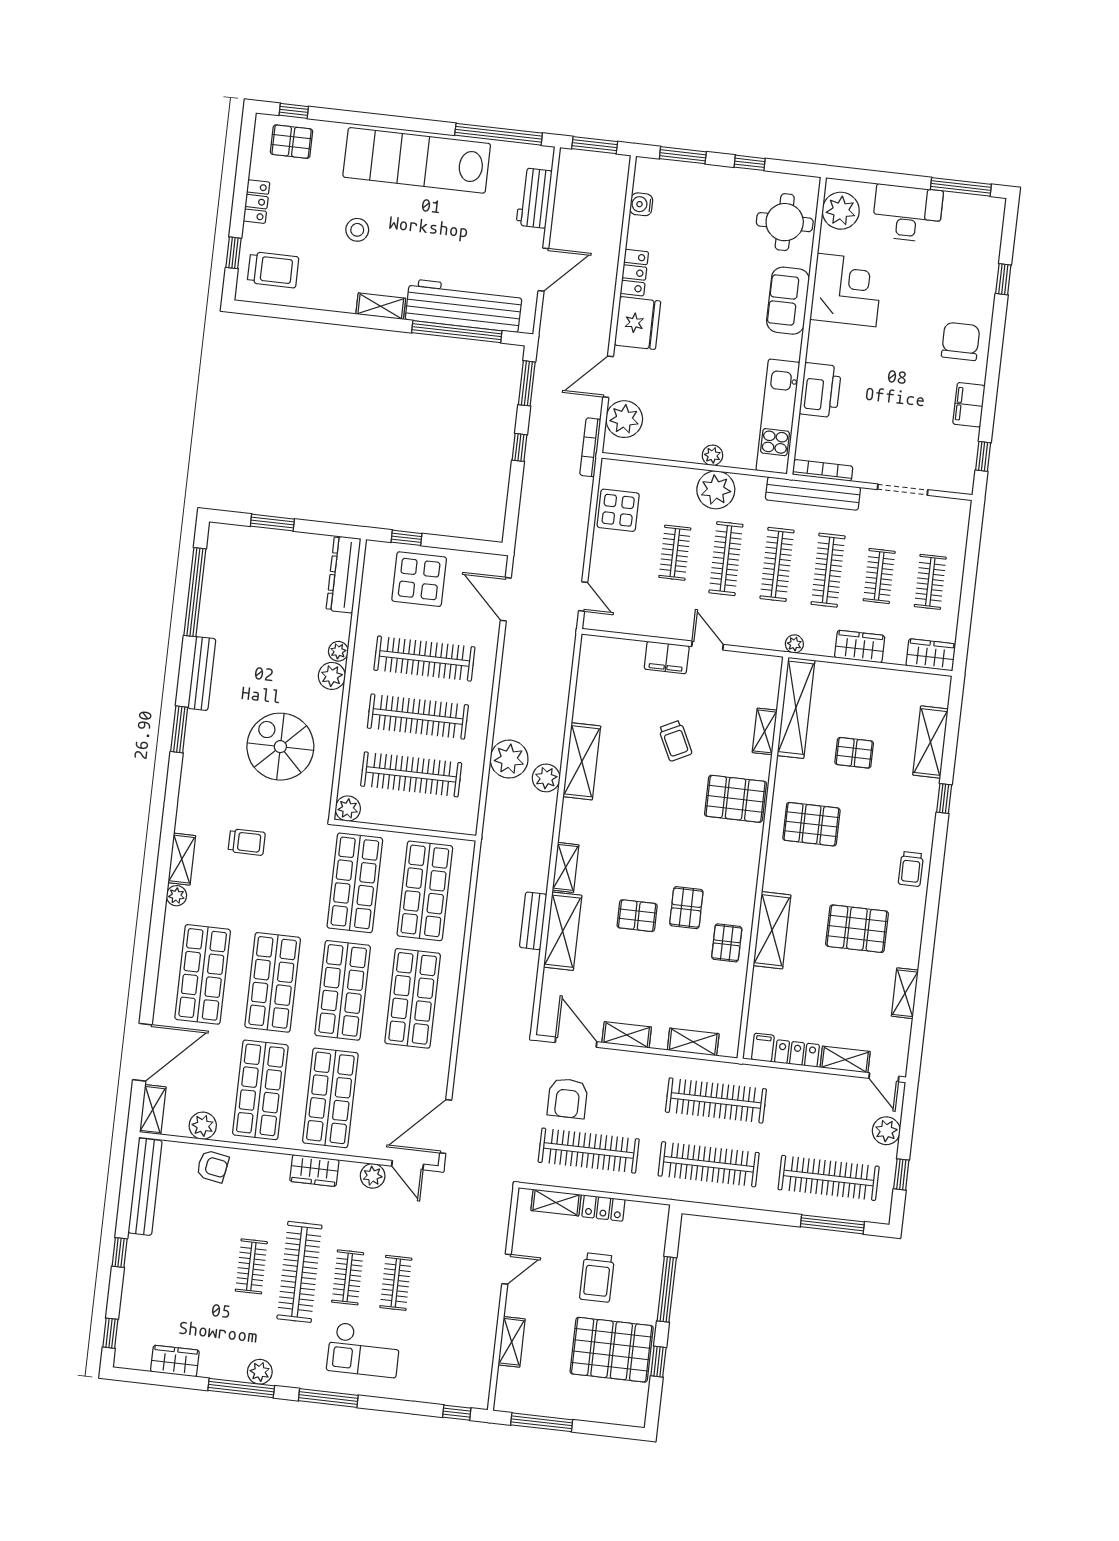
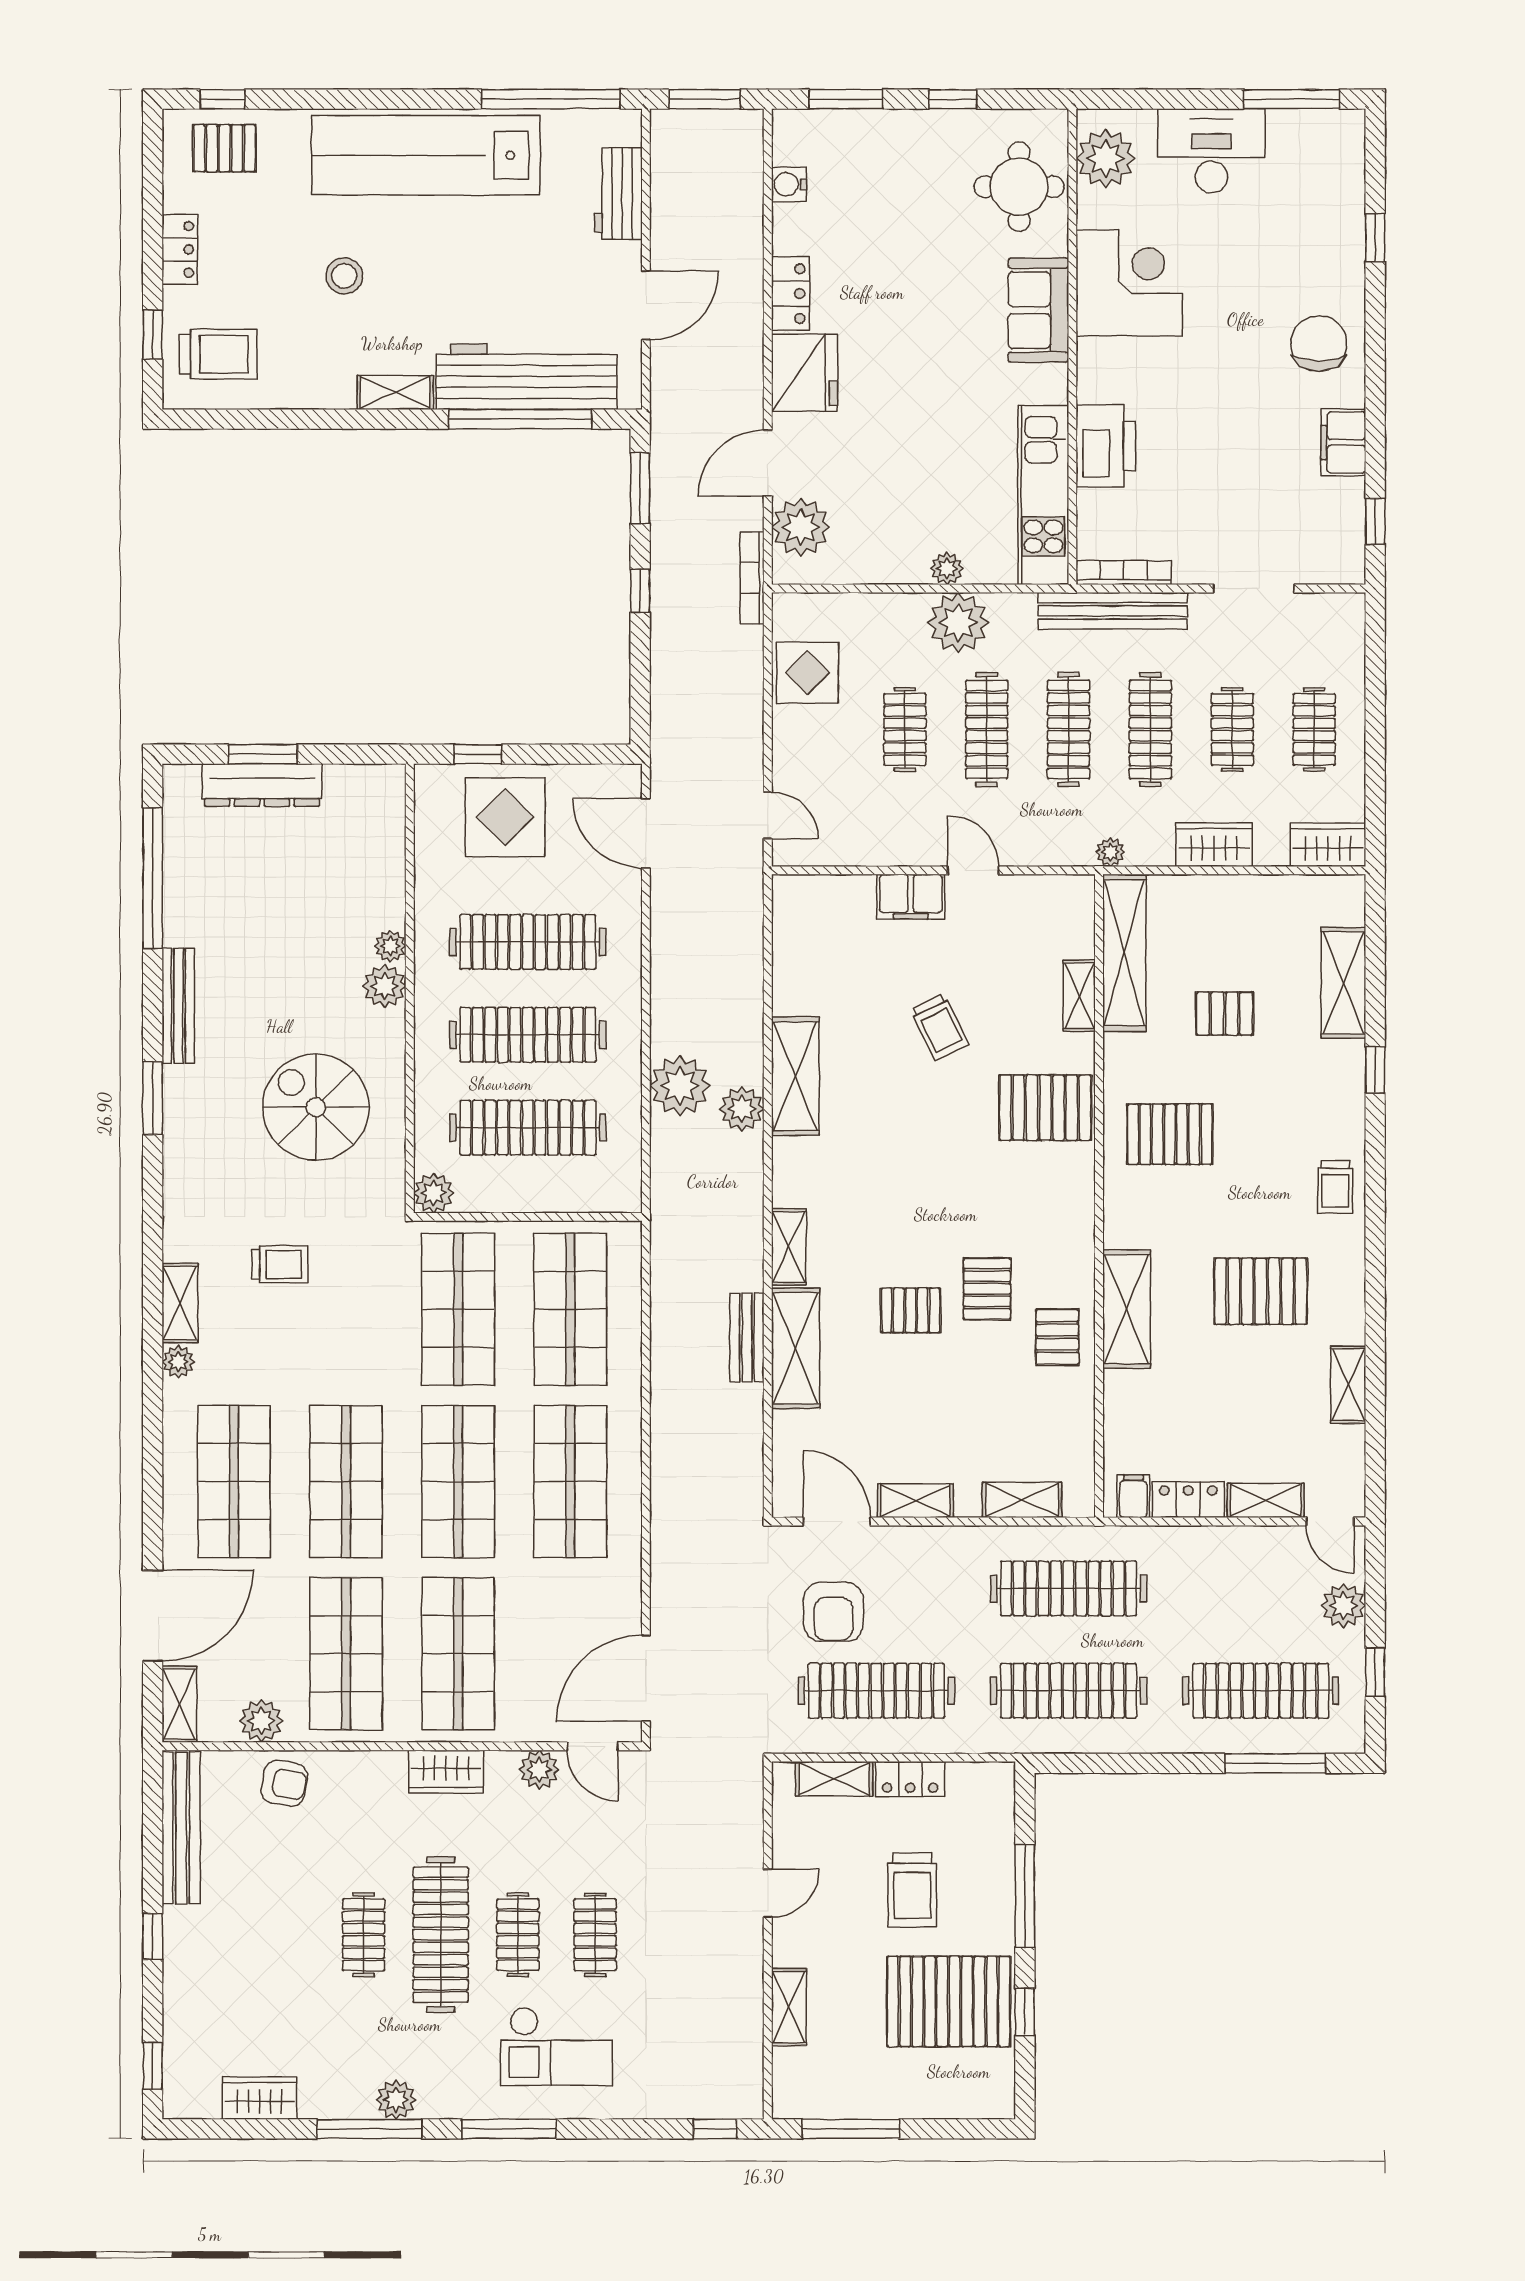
dresser: (343, 574) -> (262, 785), moved, turned -90

